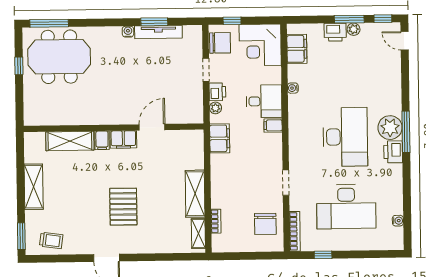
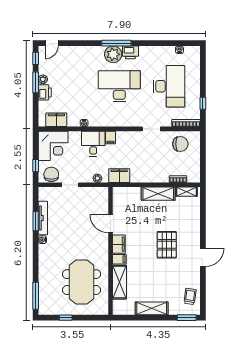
meeting table: (59, 57) -> (81, 282), moved
printer: (217, 92) -> (86, 177), removed
pallet: (123, 207) -> (167, 245), turned 90

